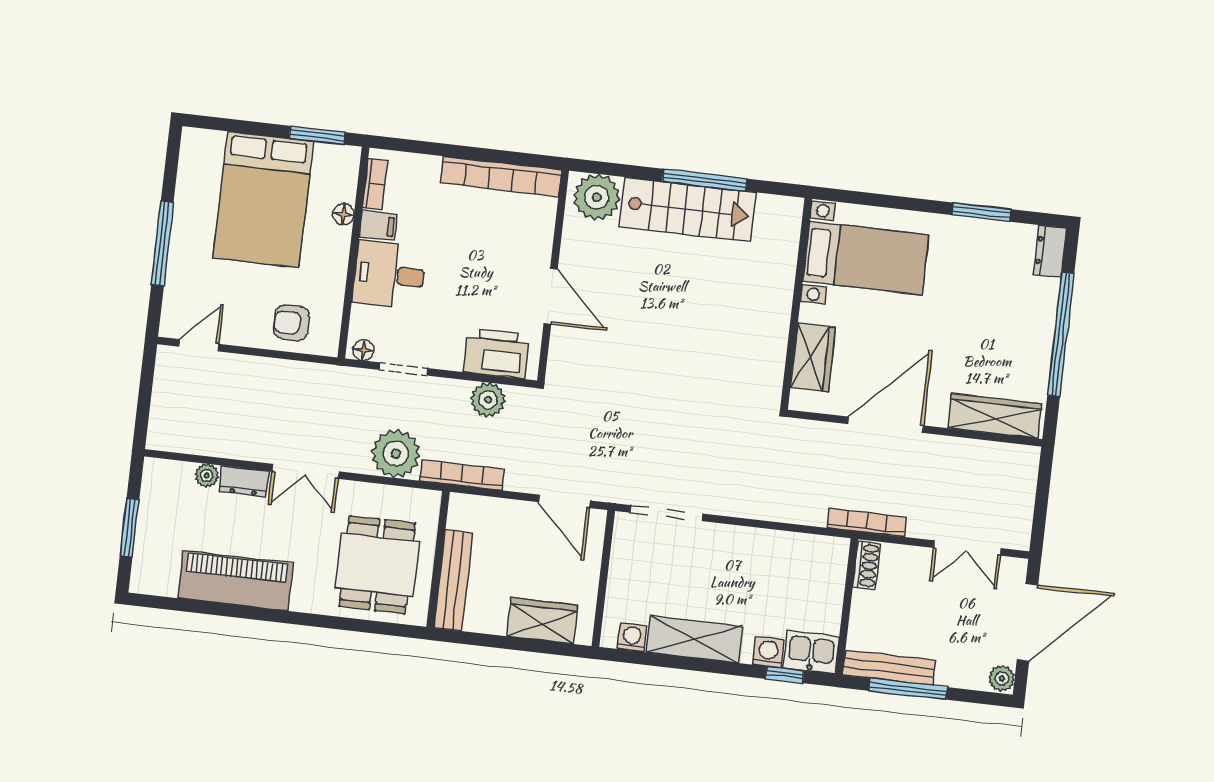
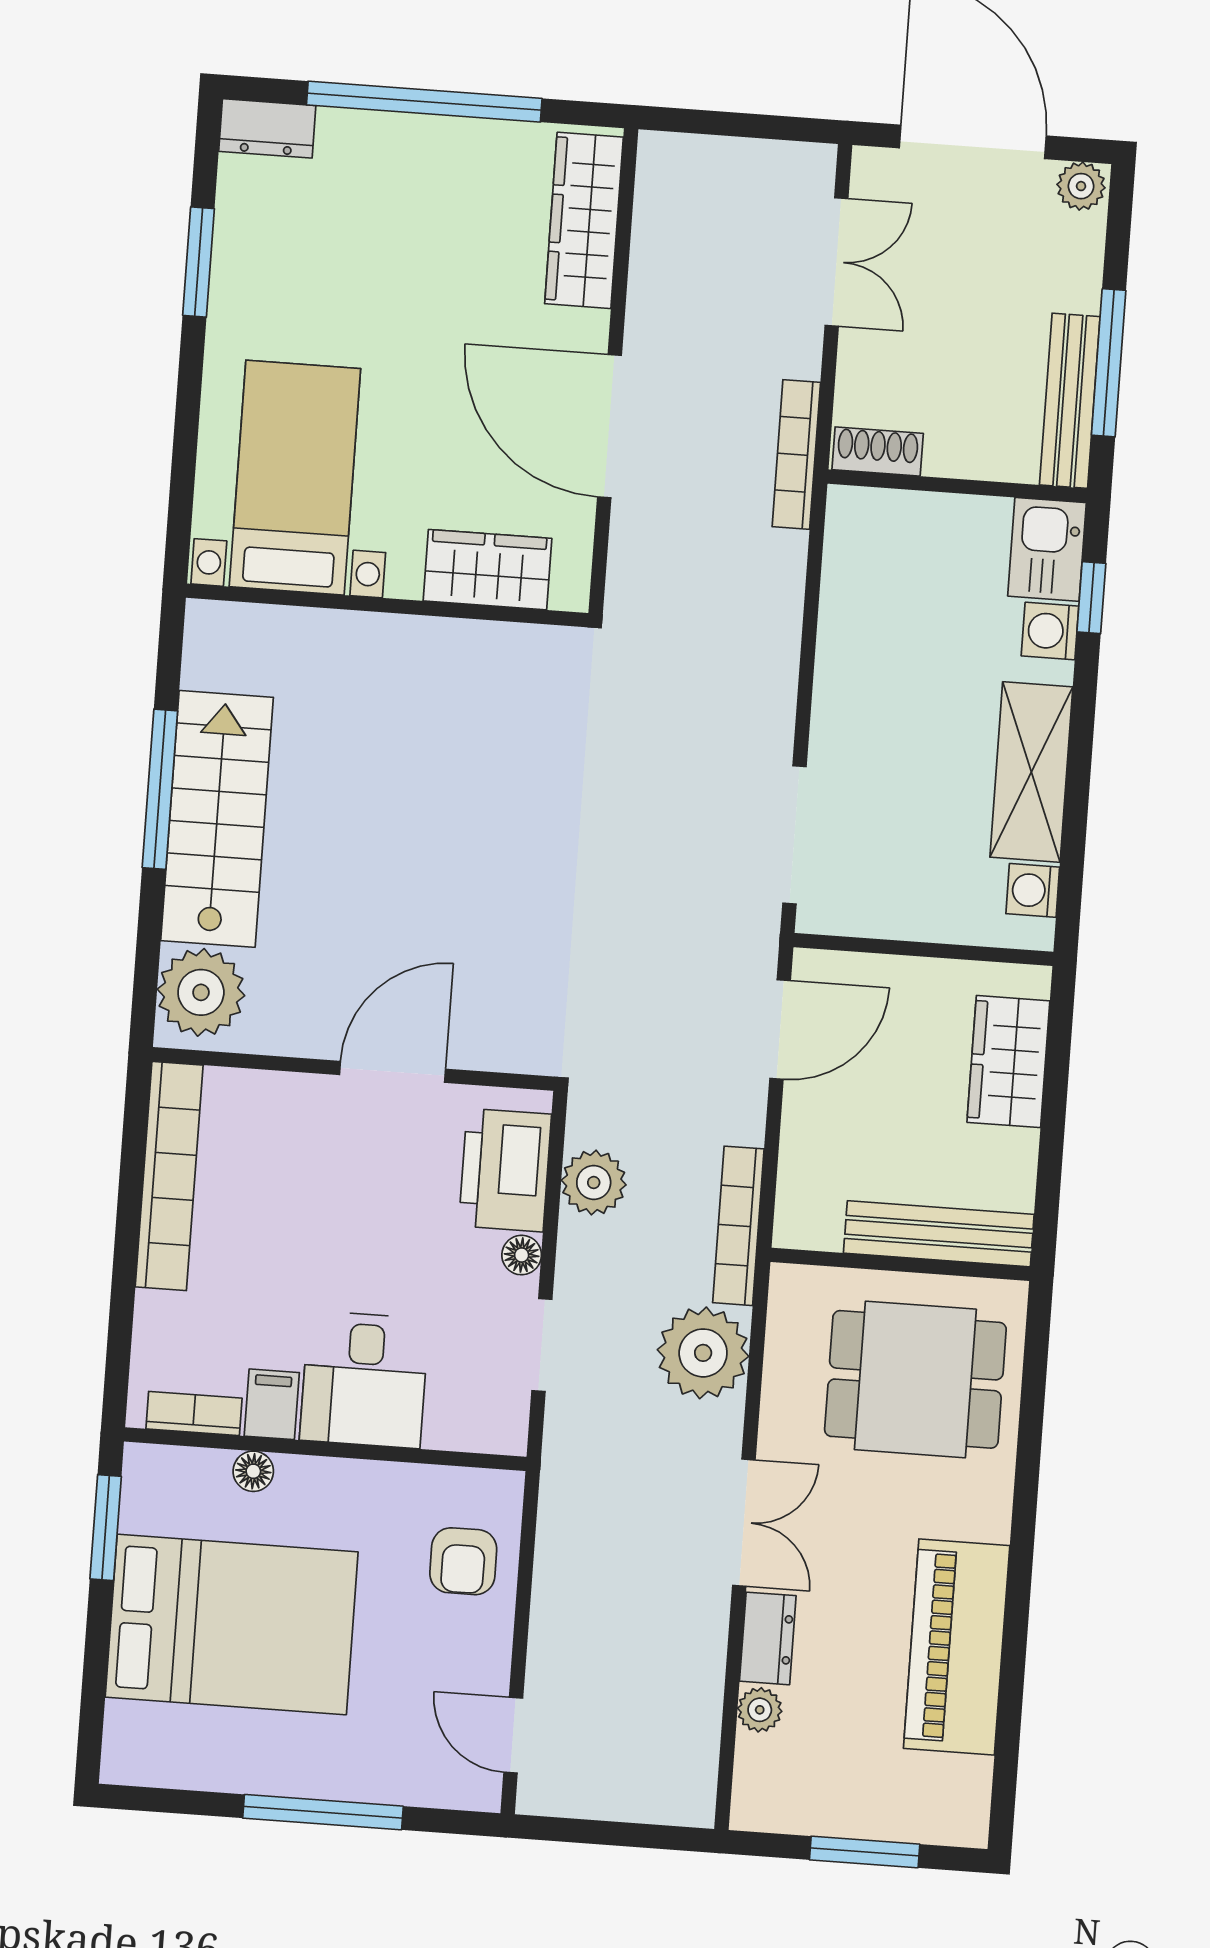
floor lamp: (363, 350) -> (522, 1255), moved

